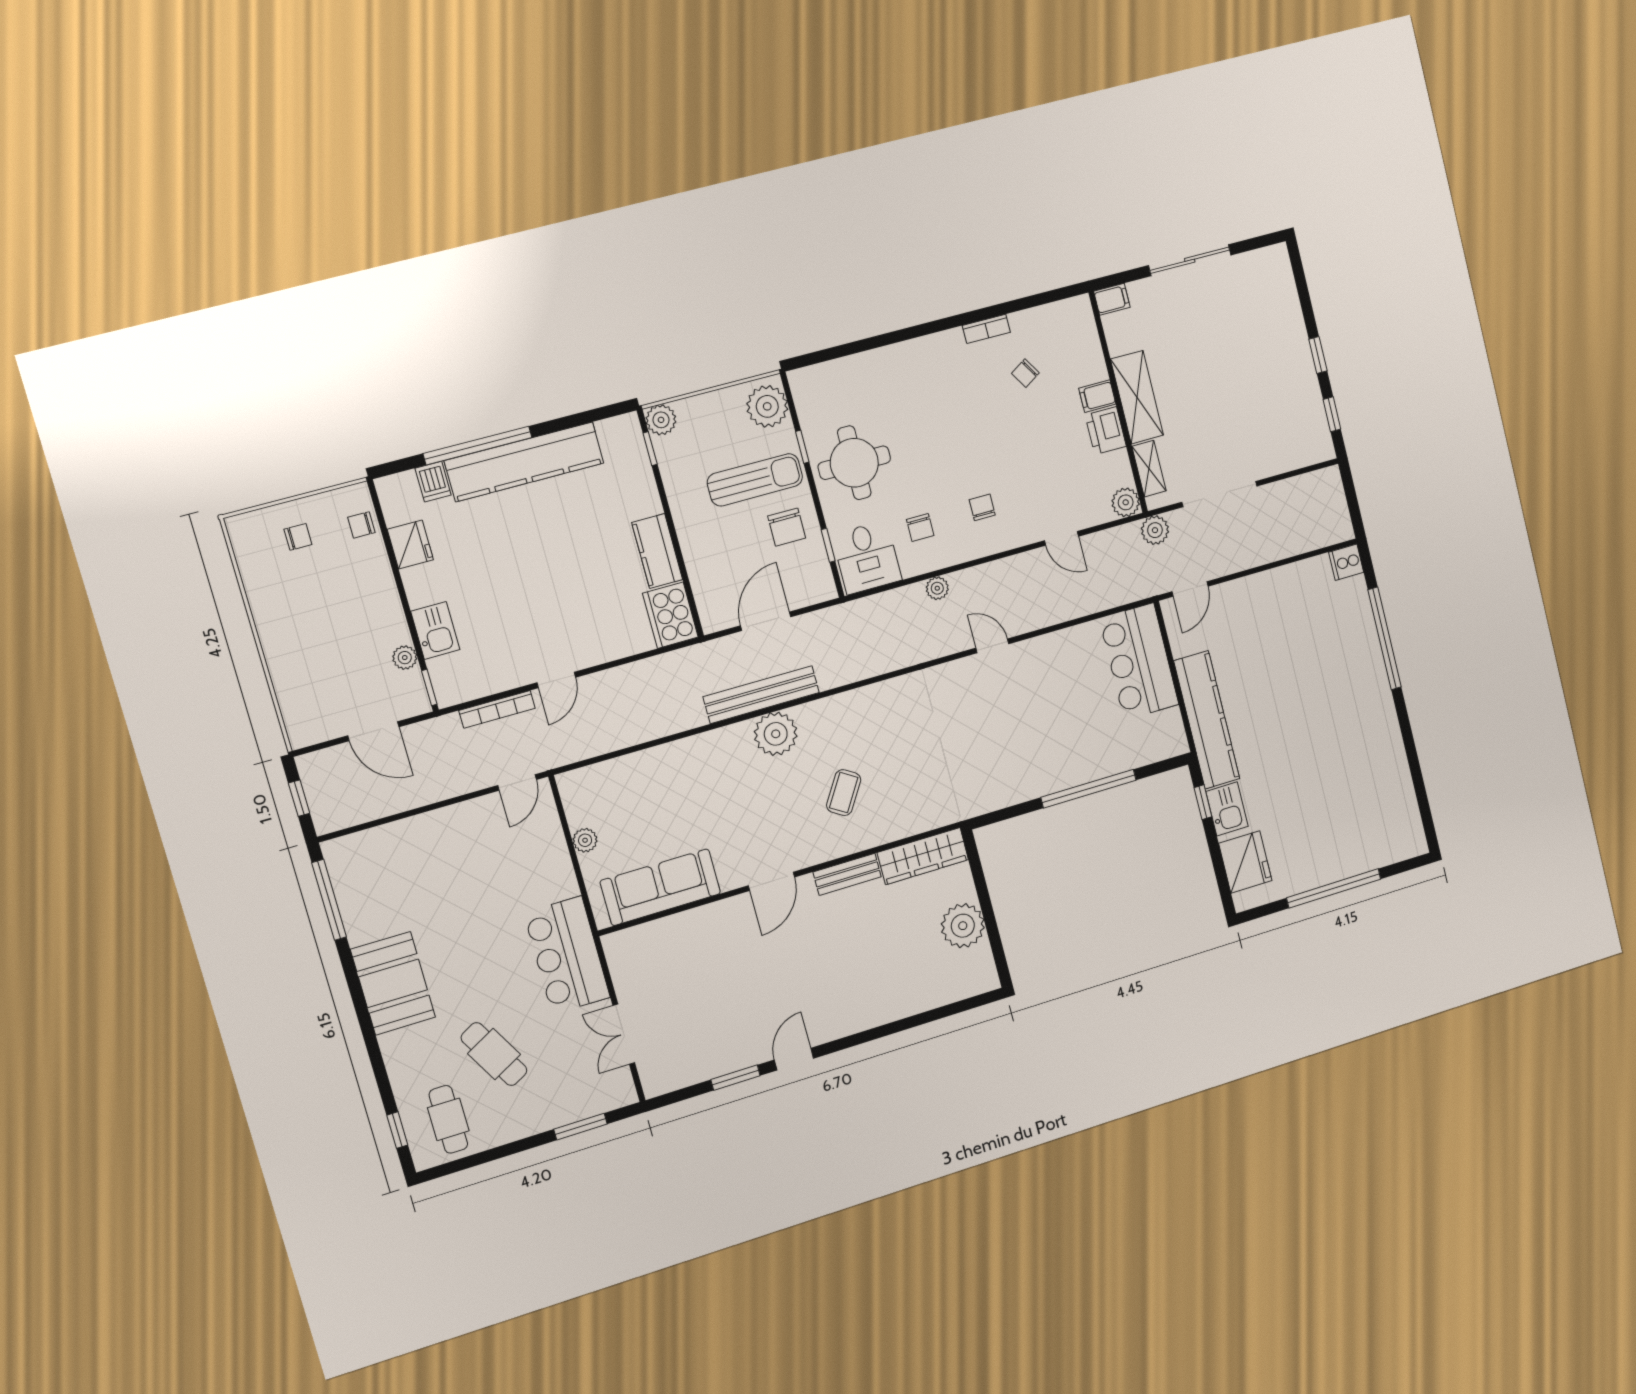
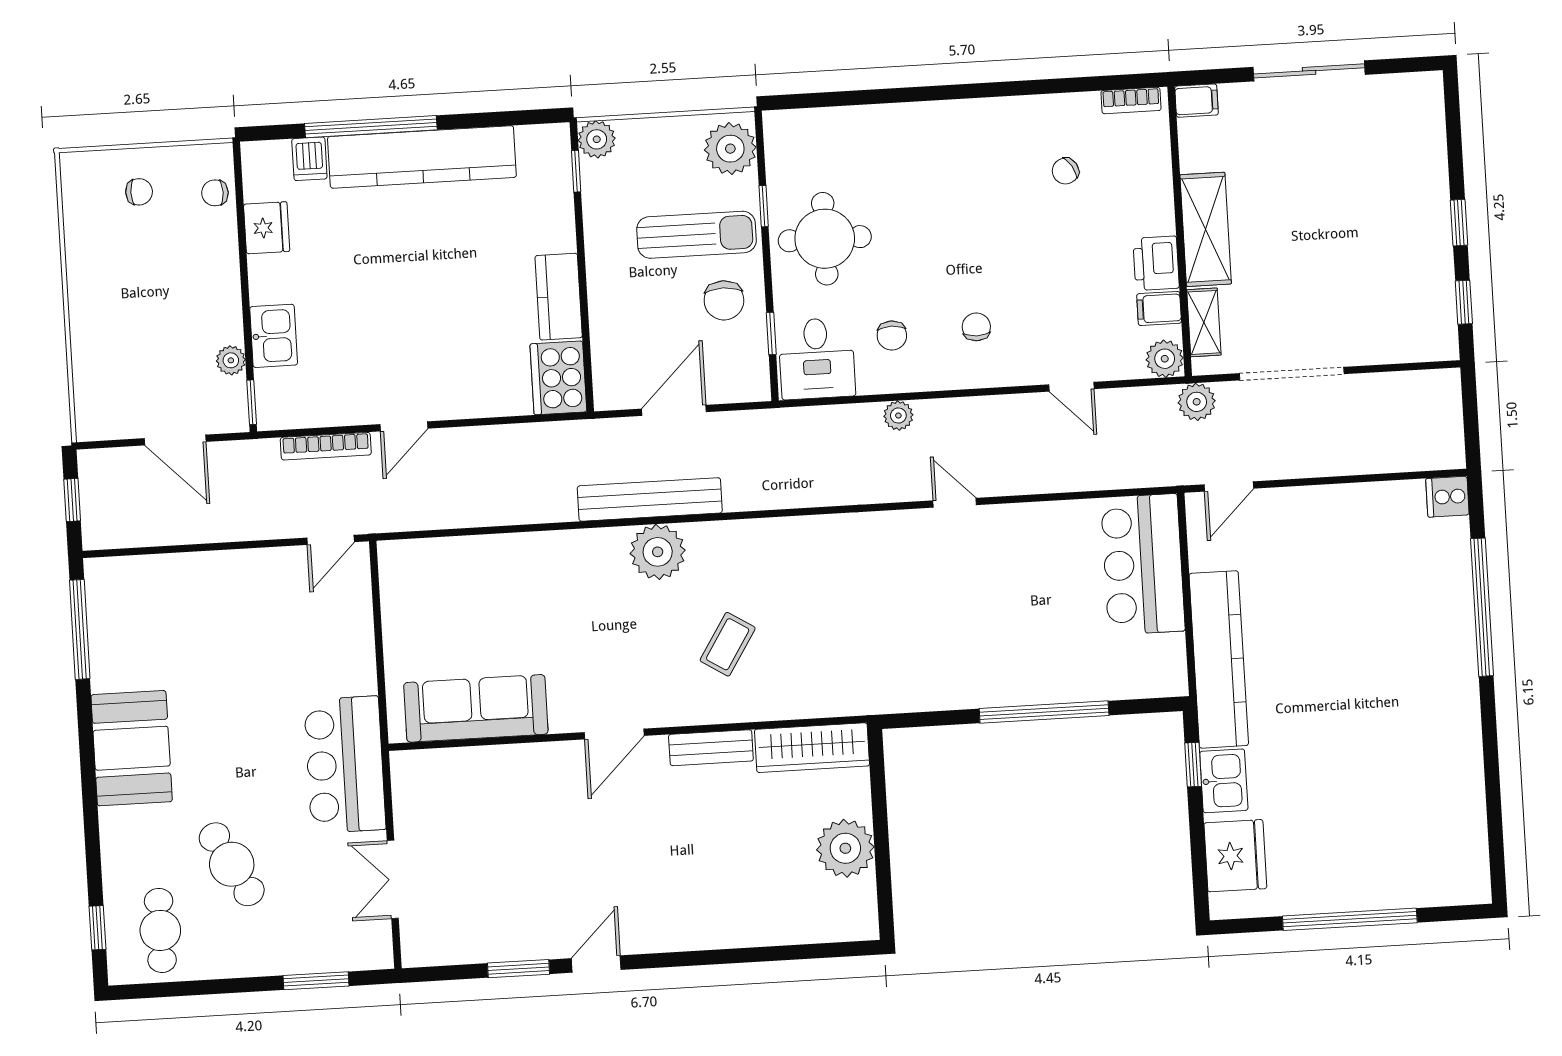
bookcase: (986, 329) -> (1131, 101), moved
filing cabinet: (1097, 396) -> (1159, 308), moved
plant: (585, 840) -> (397, 629), removed

